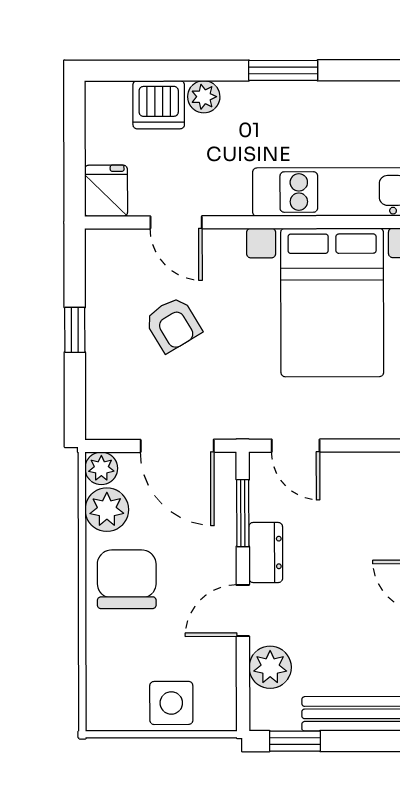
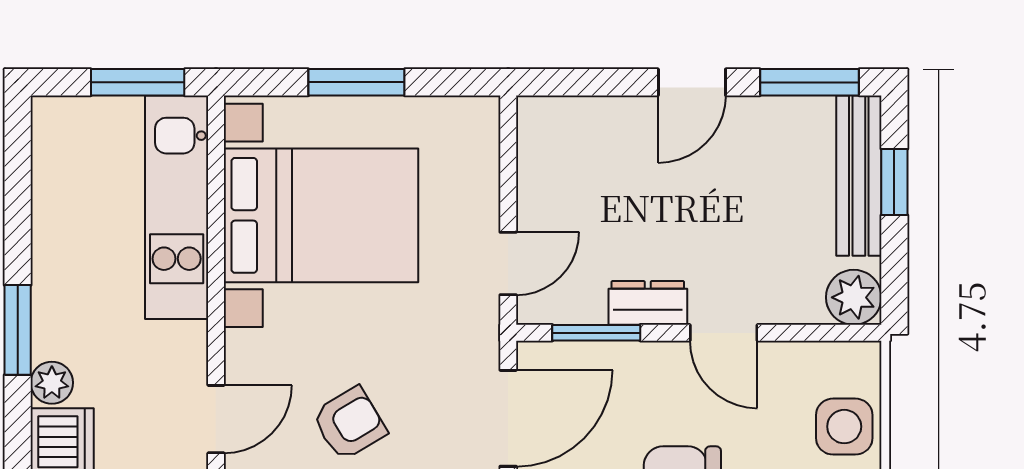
window: (283, 70) -> (18, 330), moved
plant: (270, 667) -> (854, 297), moved
window: (295, 741) -> (894, 182), moved

